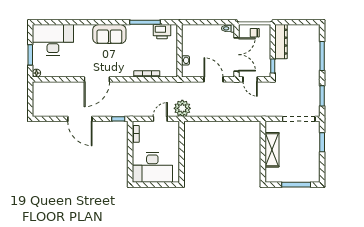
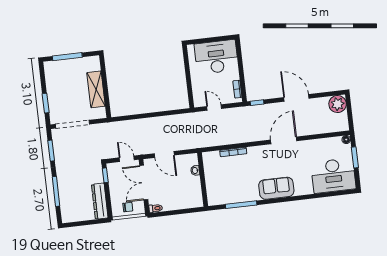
printer: (162, 32) -> (223, 197), removed
plant: (182, 108) -> (338, 104), moved
door: (160, 119) -> (214, 108), swing flipped

